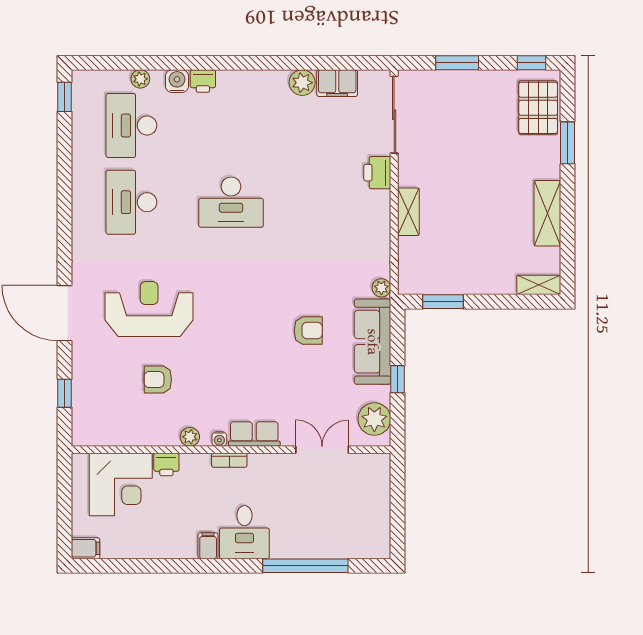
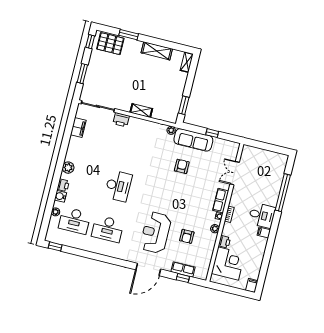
plant: (302, 83) -> (68, 168), moved
row of seats: (83, 389) -> (183, 269), added
plant: (374, 419) -> (227, 147), removed

